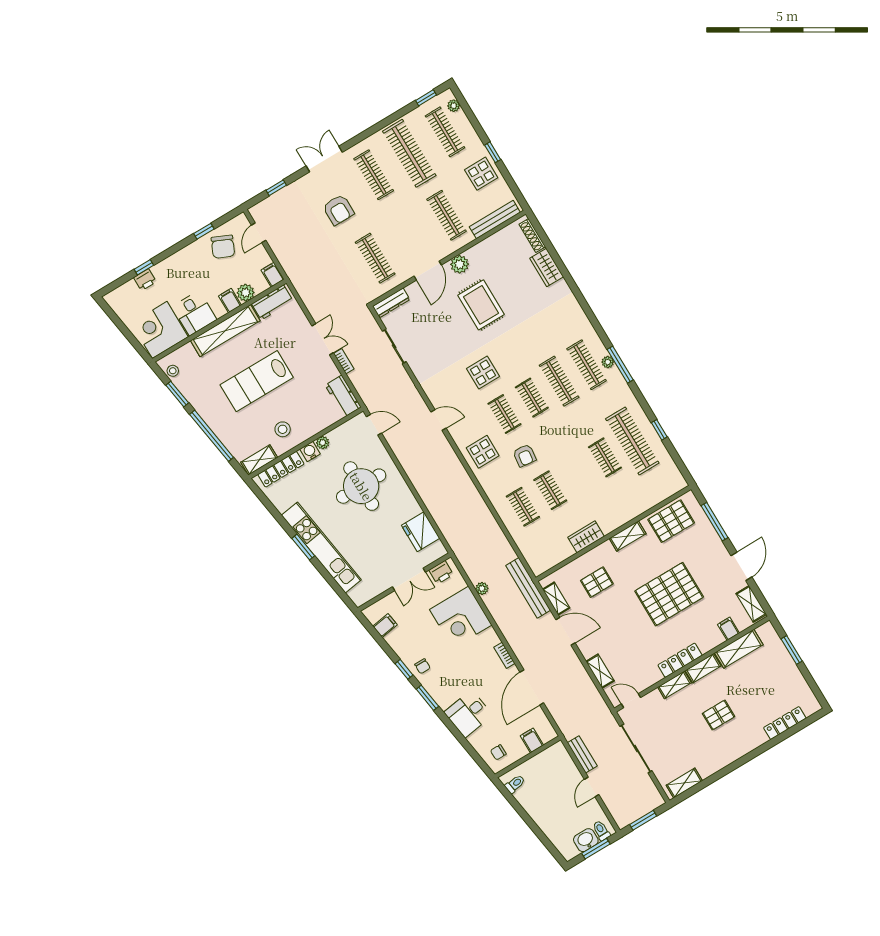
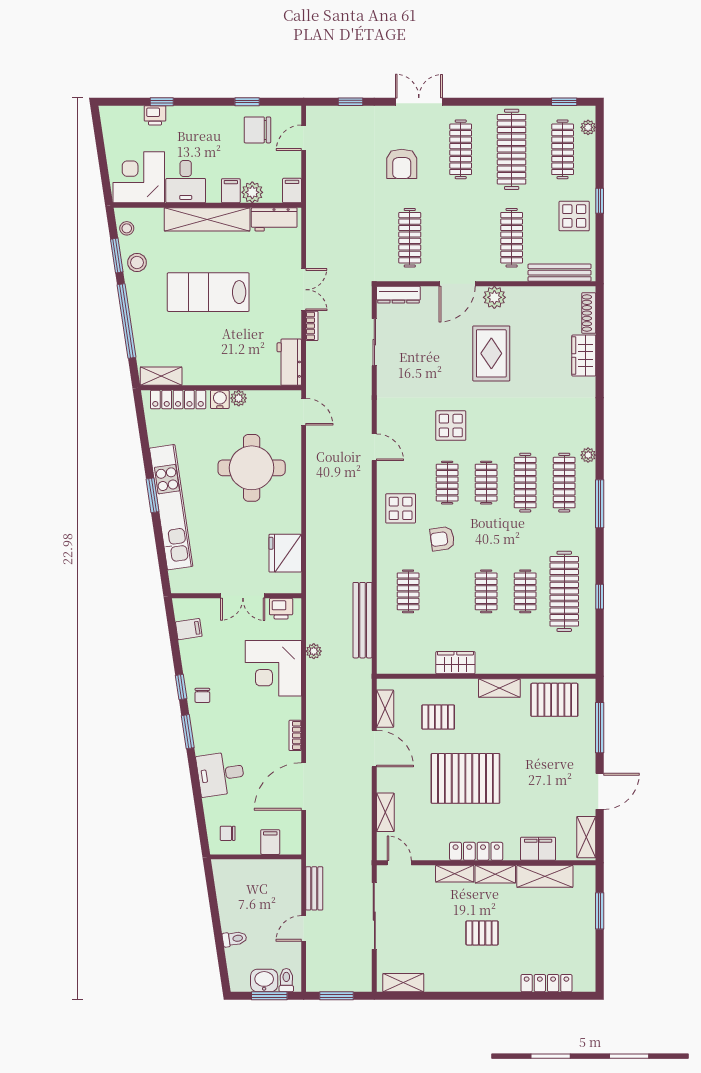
chair: (223, 247) -> (257, 130), turned 66
plant: (608, 362) -> (588, 455), moved
stool: (283, 429) -> (137, 263), moved
armchair: (525, 455) -> (442, 539), turned 75
clothes rail: (550, 490) -> (486, 591), moved
bench: (528, 588) -> (362, 620), moved
pallet: (669, 594) -> (465, 778), moved
filing cabinet: (728, 629) -> (538, 849), width x2.00
toilet: (515, 784) -> (234, 939), moved

